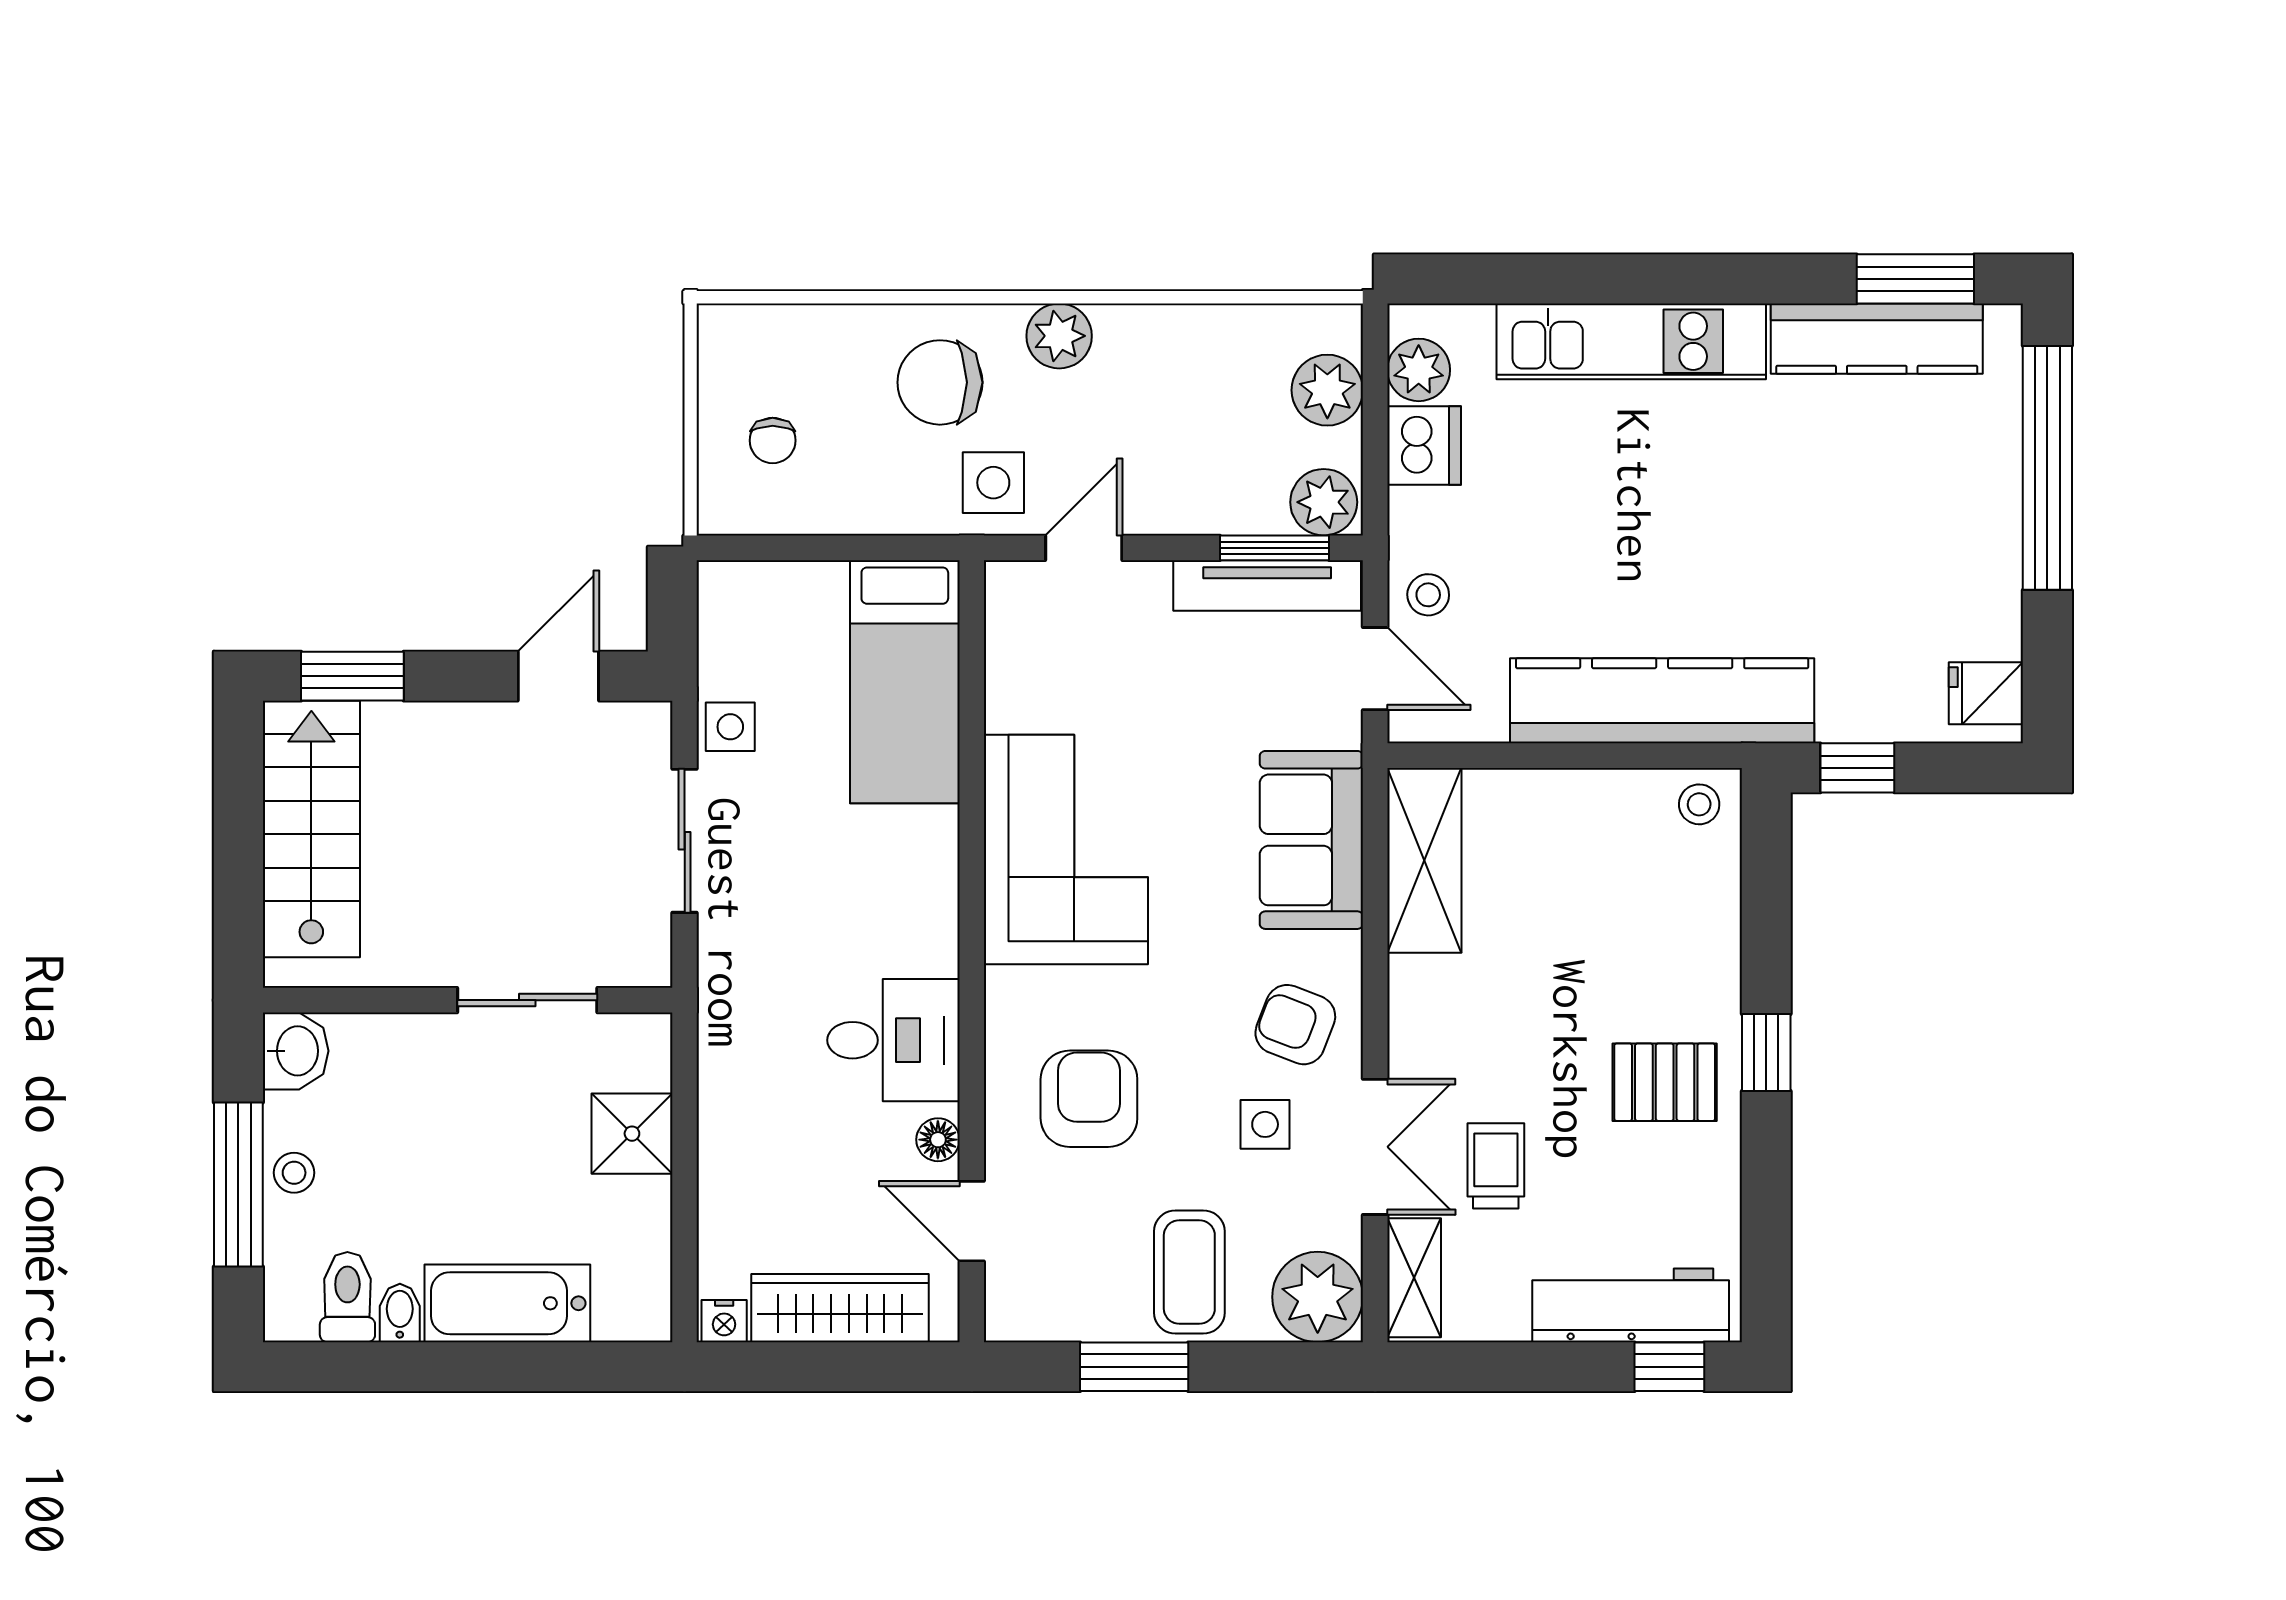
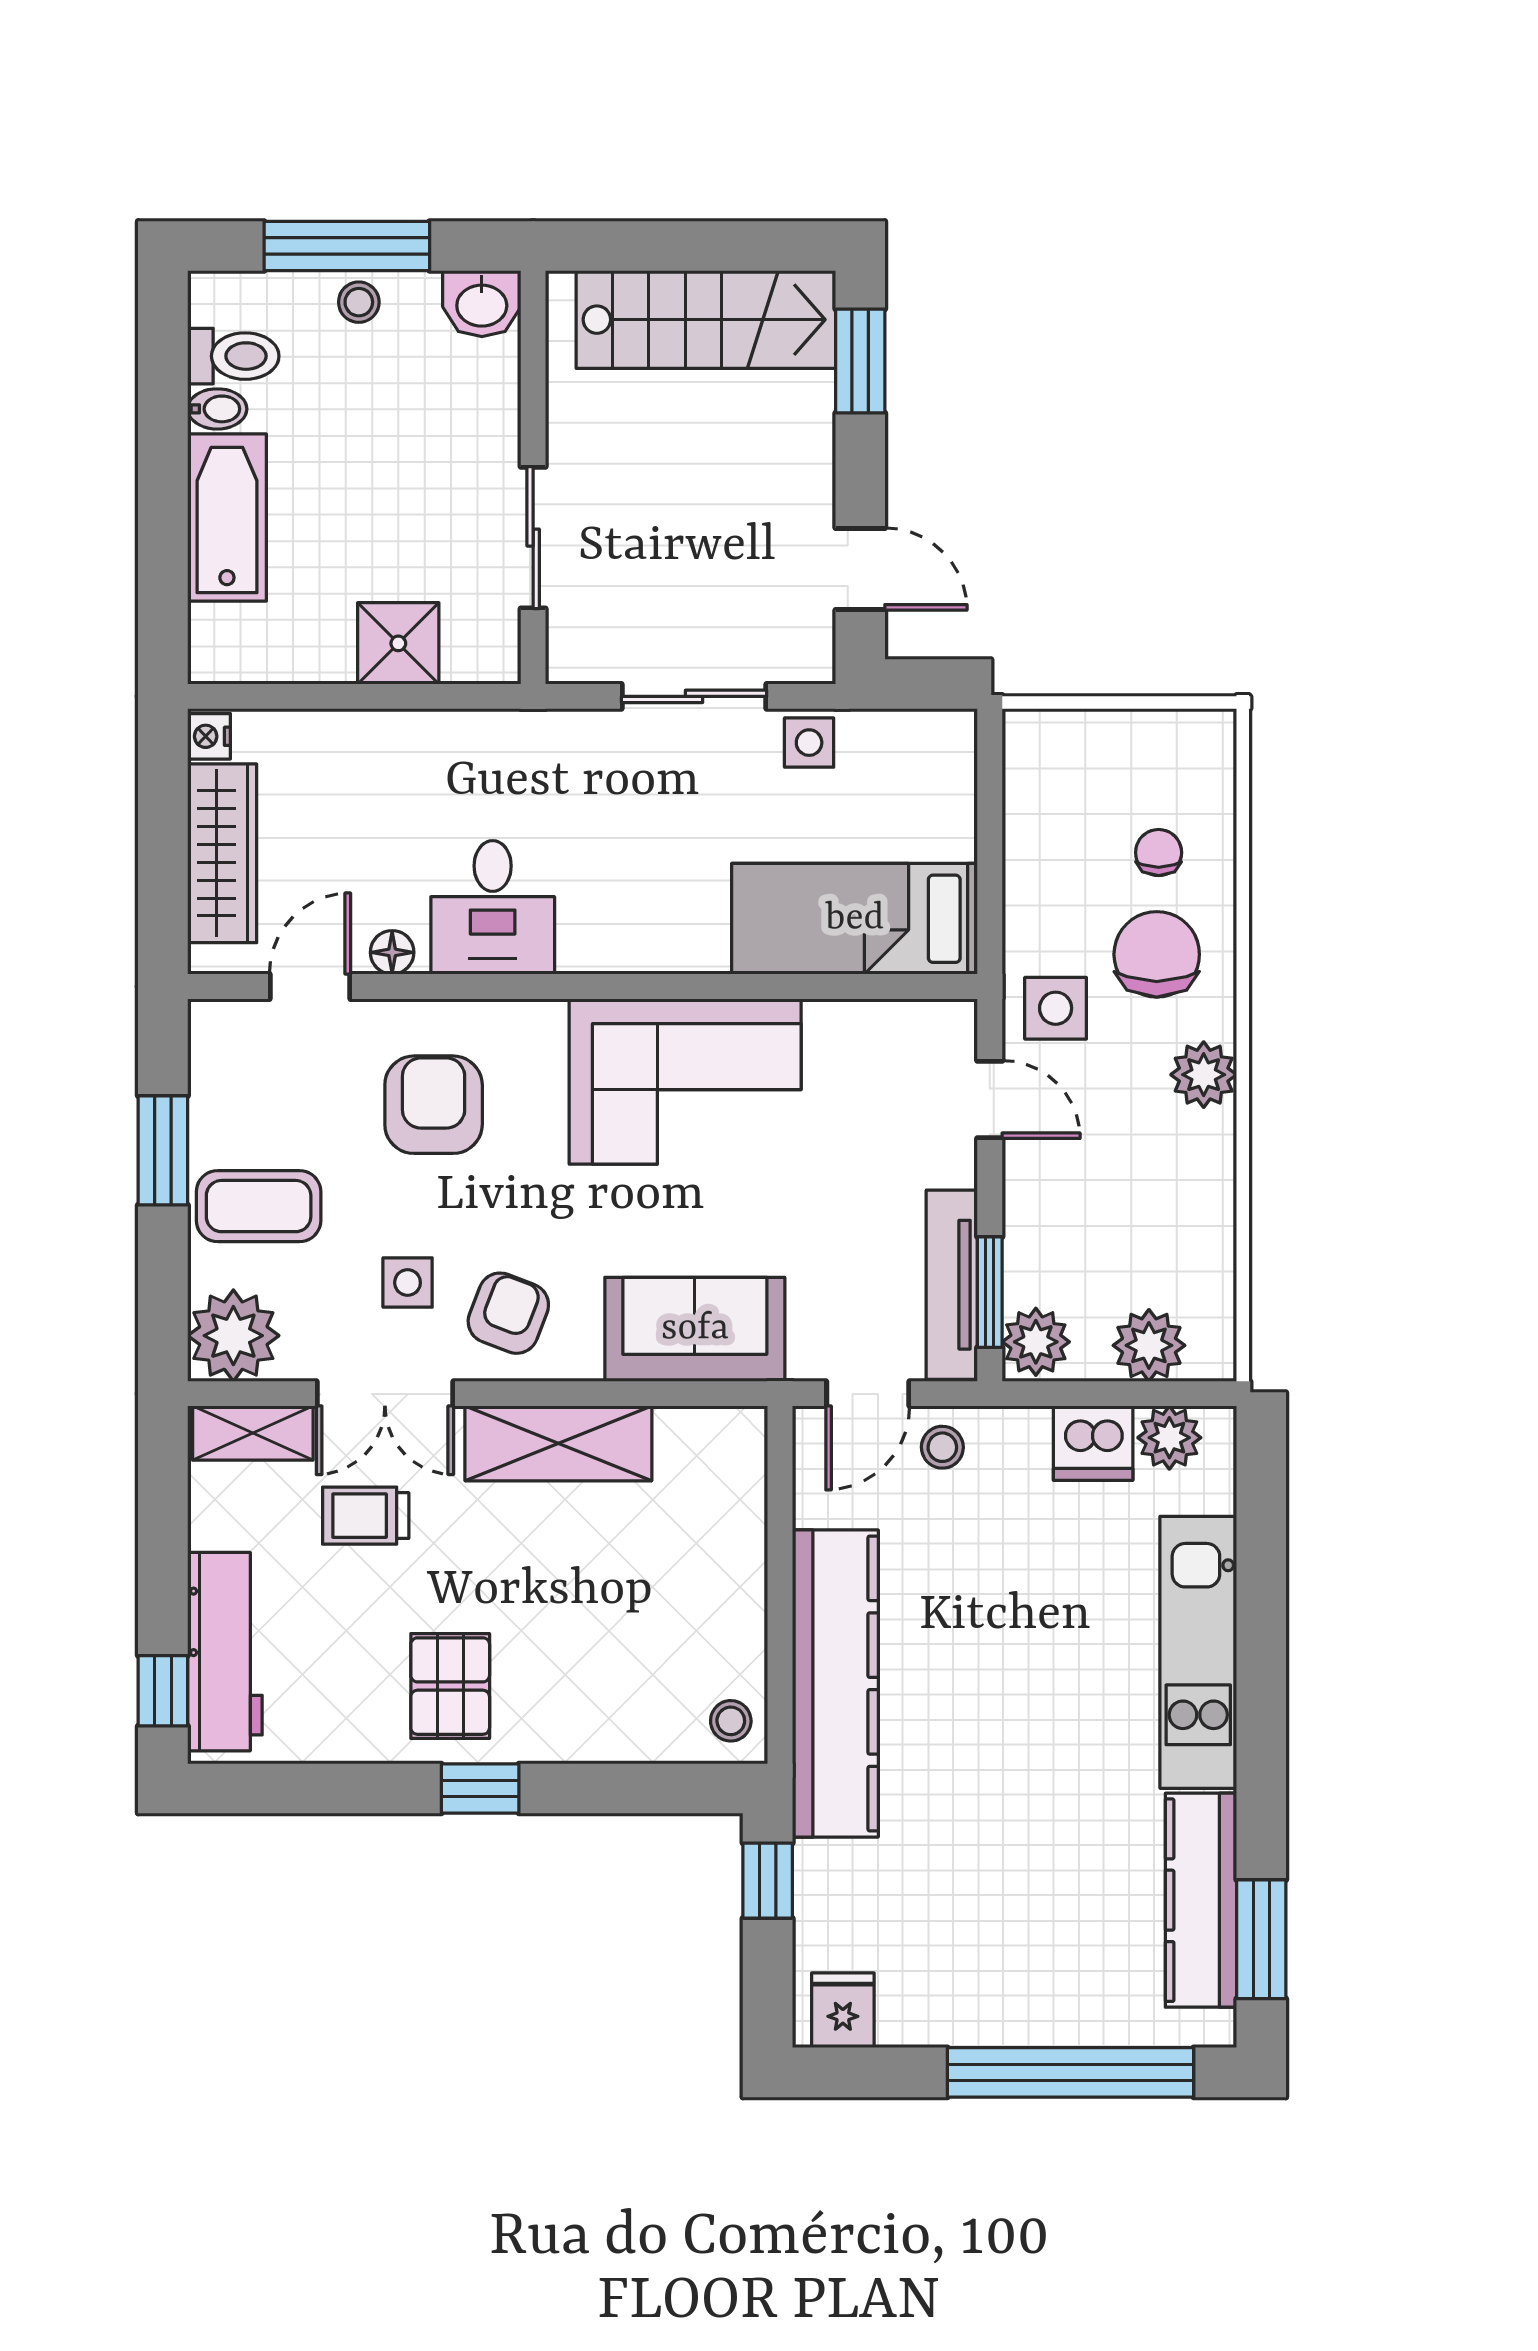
chair: (773, 440) -> (1159, 853), moved, turned 90
shelving: (1424, 860) -> (558, 1443), moved
armchair: (1089, 1099) -> (434, 1105), turned -90
trolley: (1496, 1166) -> (366, 1516), turned 180

